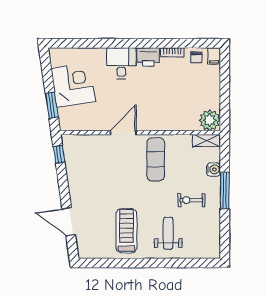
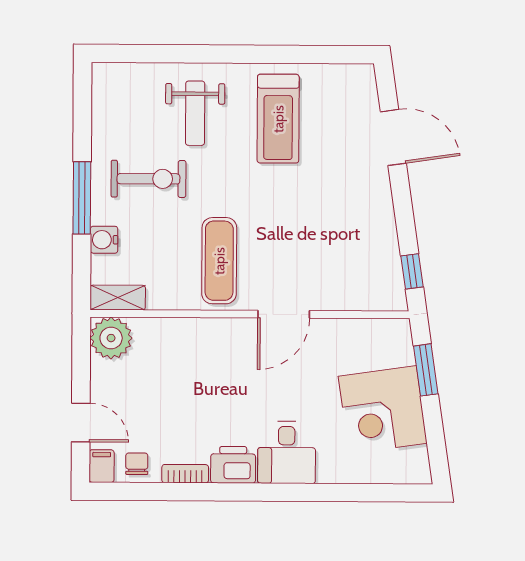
door: (225, 78) -> (81, 423), added
exercise bike: (191, 200) -> (148, 179), width x1.38, depth x1.39

